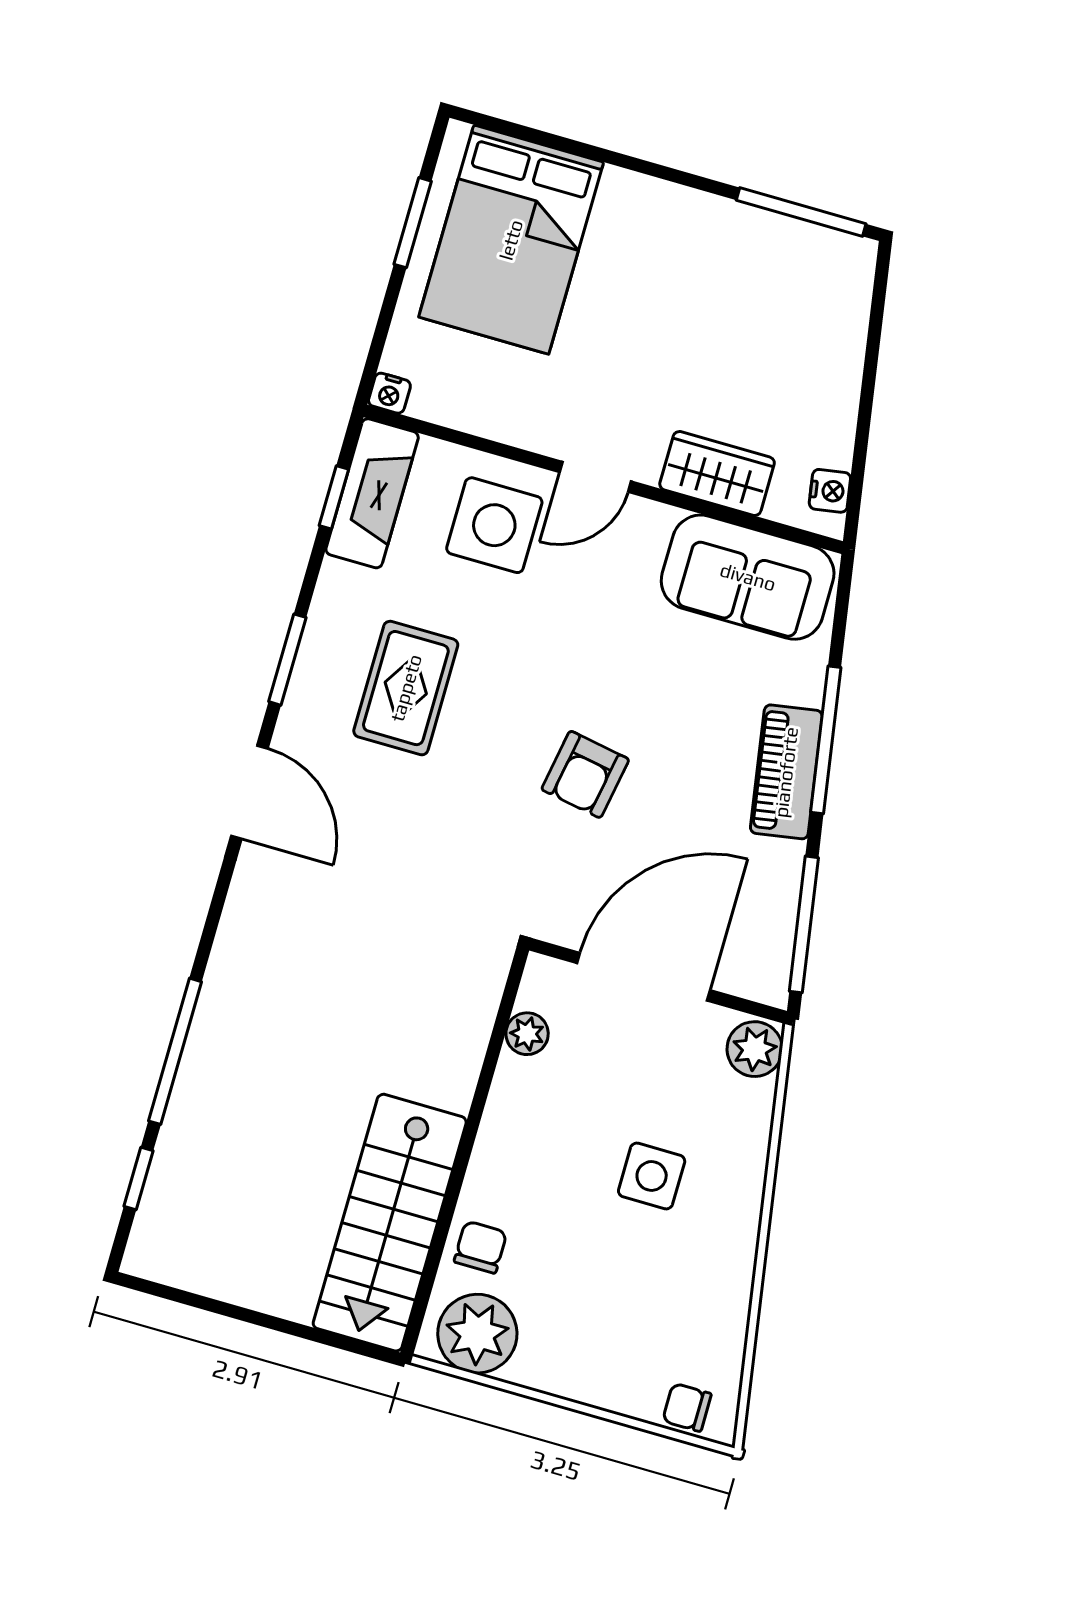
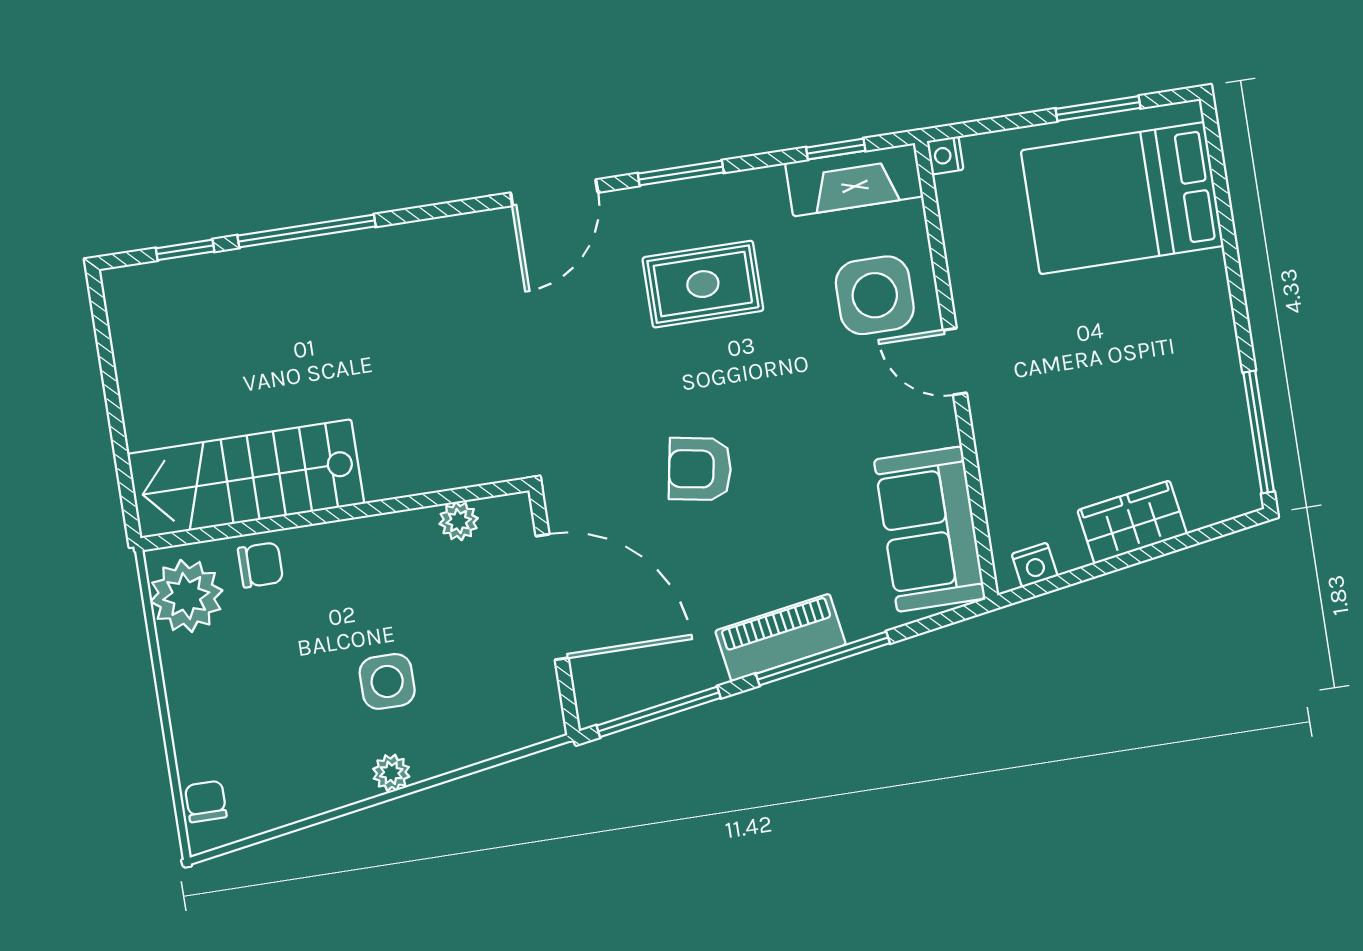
wardrobe: (717, 473) -> (1132, 522), moved, turned -99
plant: (755, 1049) -> (391, 773), moved, width x0.73, depth x0.73

